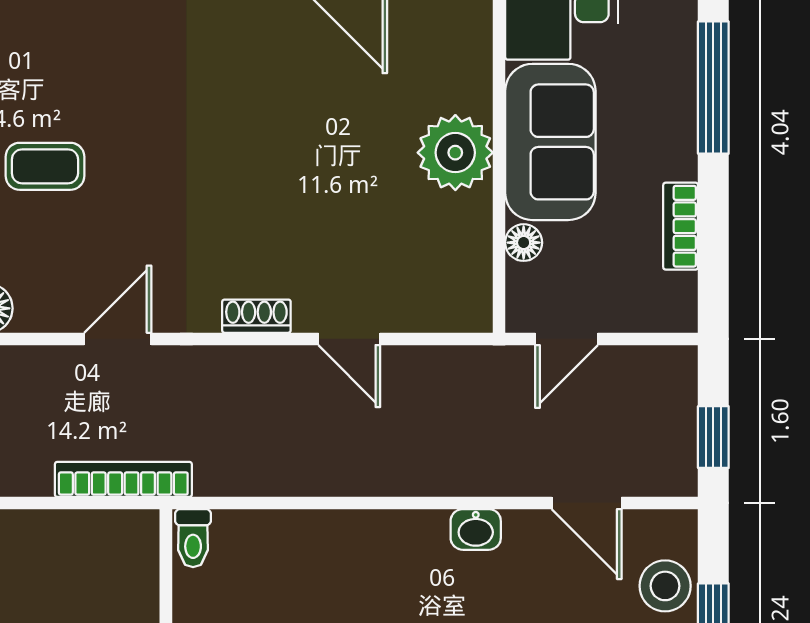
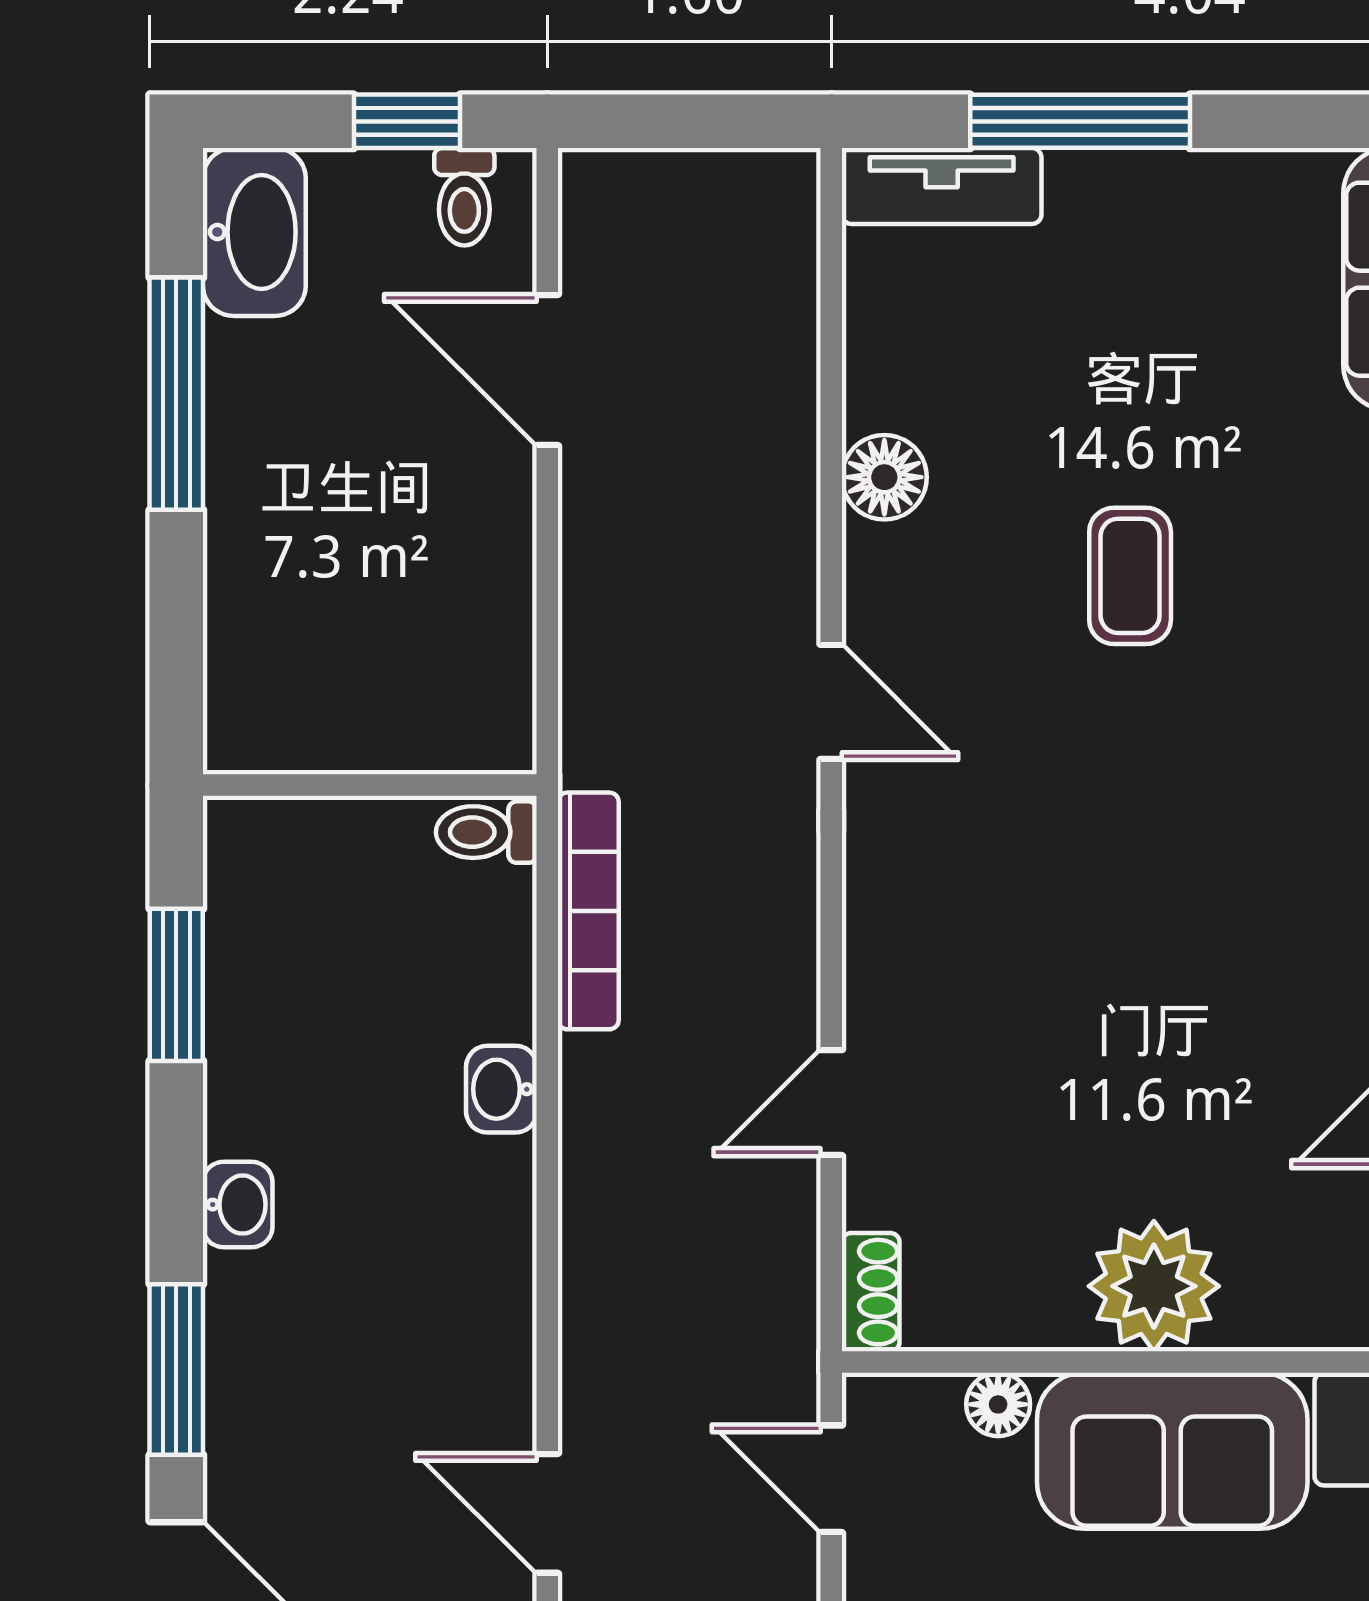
shoe rack: (256, 316) -> (871, 1292), moved
bookcase: (123, 479) -> (588, 911), moved
door: (587, 503) -> (547, 1513), hinge flipped
washbasin: (476, 529) -> (501, 1089), moved

